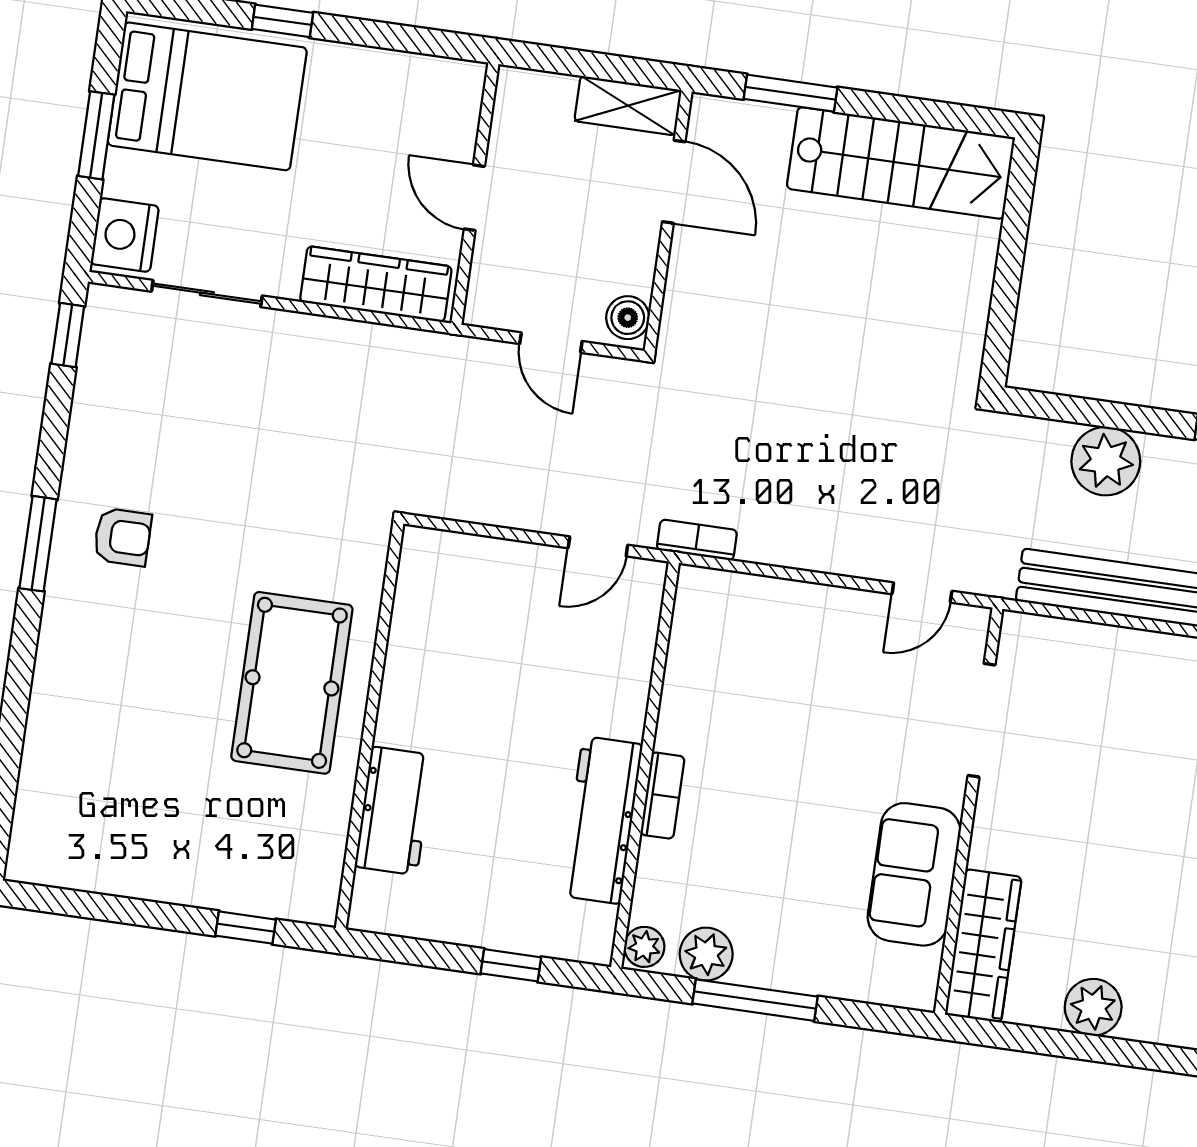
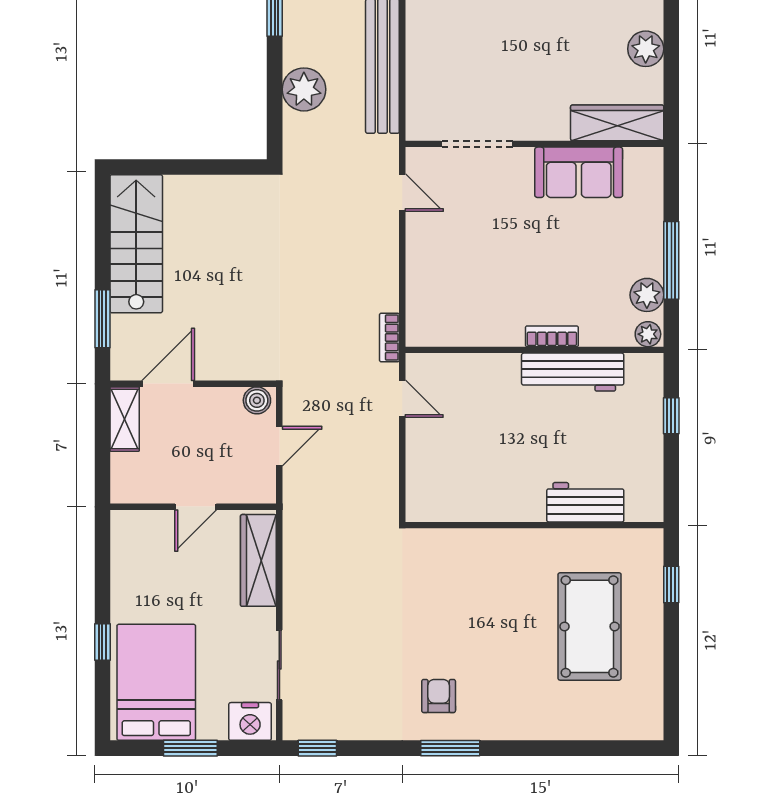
pool table: (292, 683) -> (590, 626), moved, turned 90

